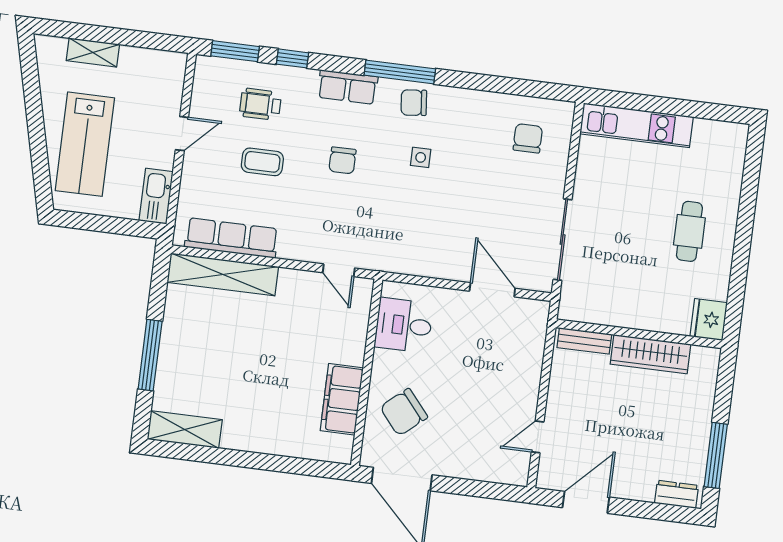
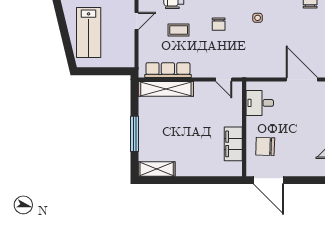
kitchen sink: (156, 196) -> (128, 54), removed
door: (492, 290) -> (302, 80), width x1.36
chair: (404, 412) -> (265, 146), turned 42

